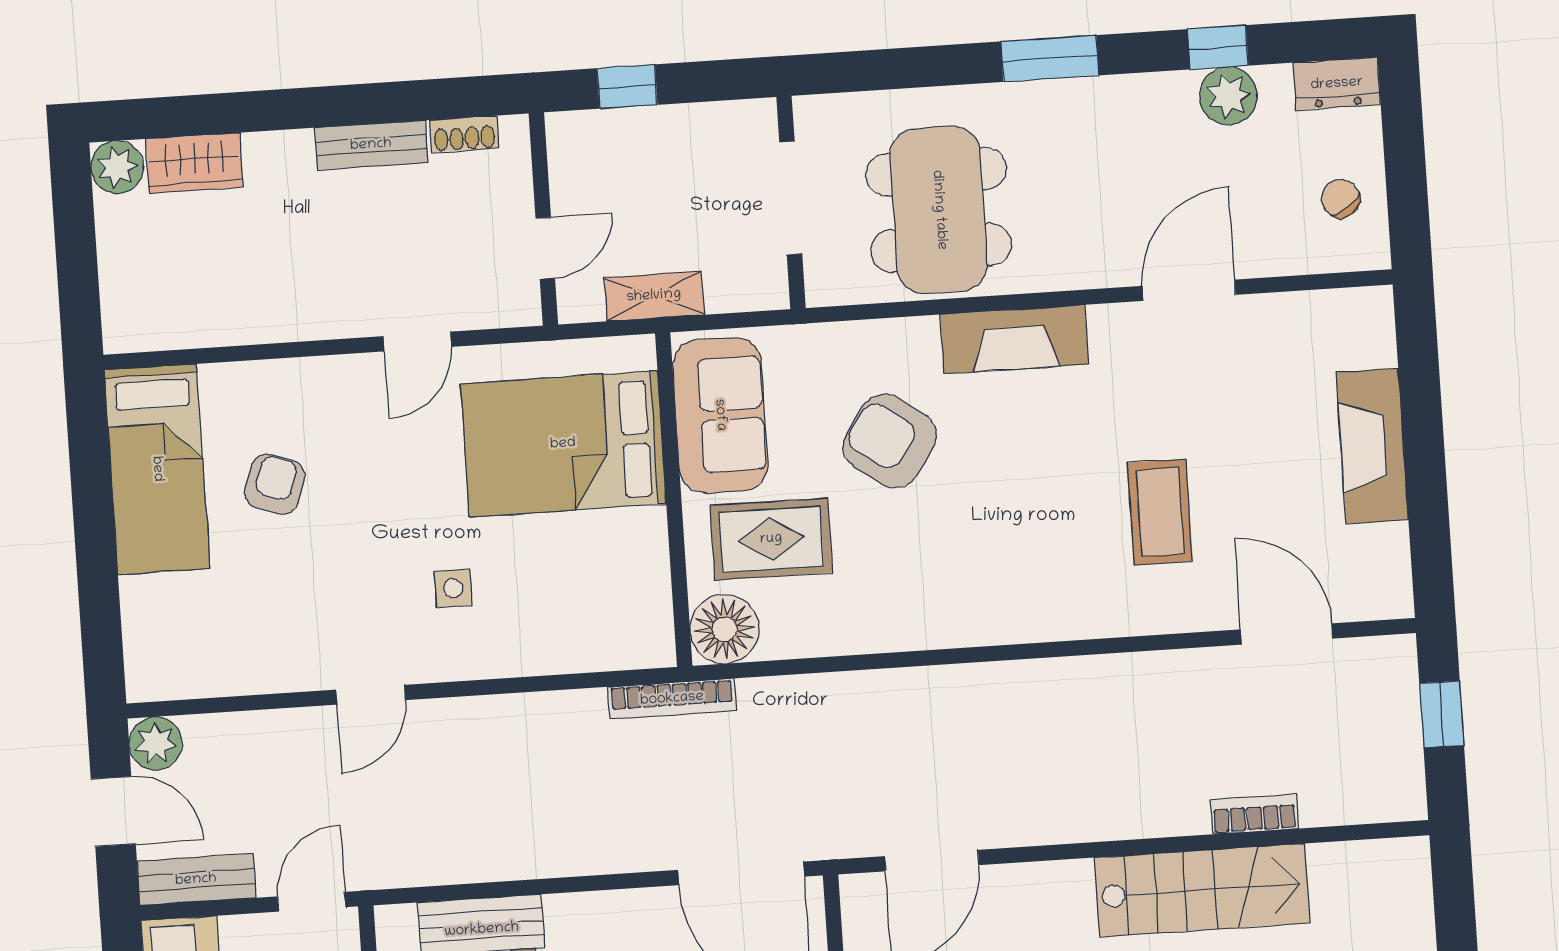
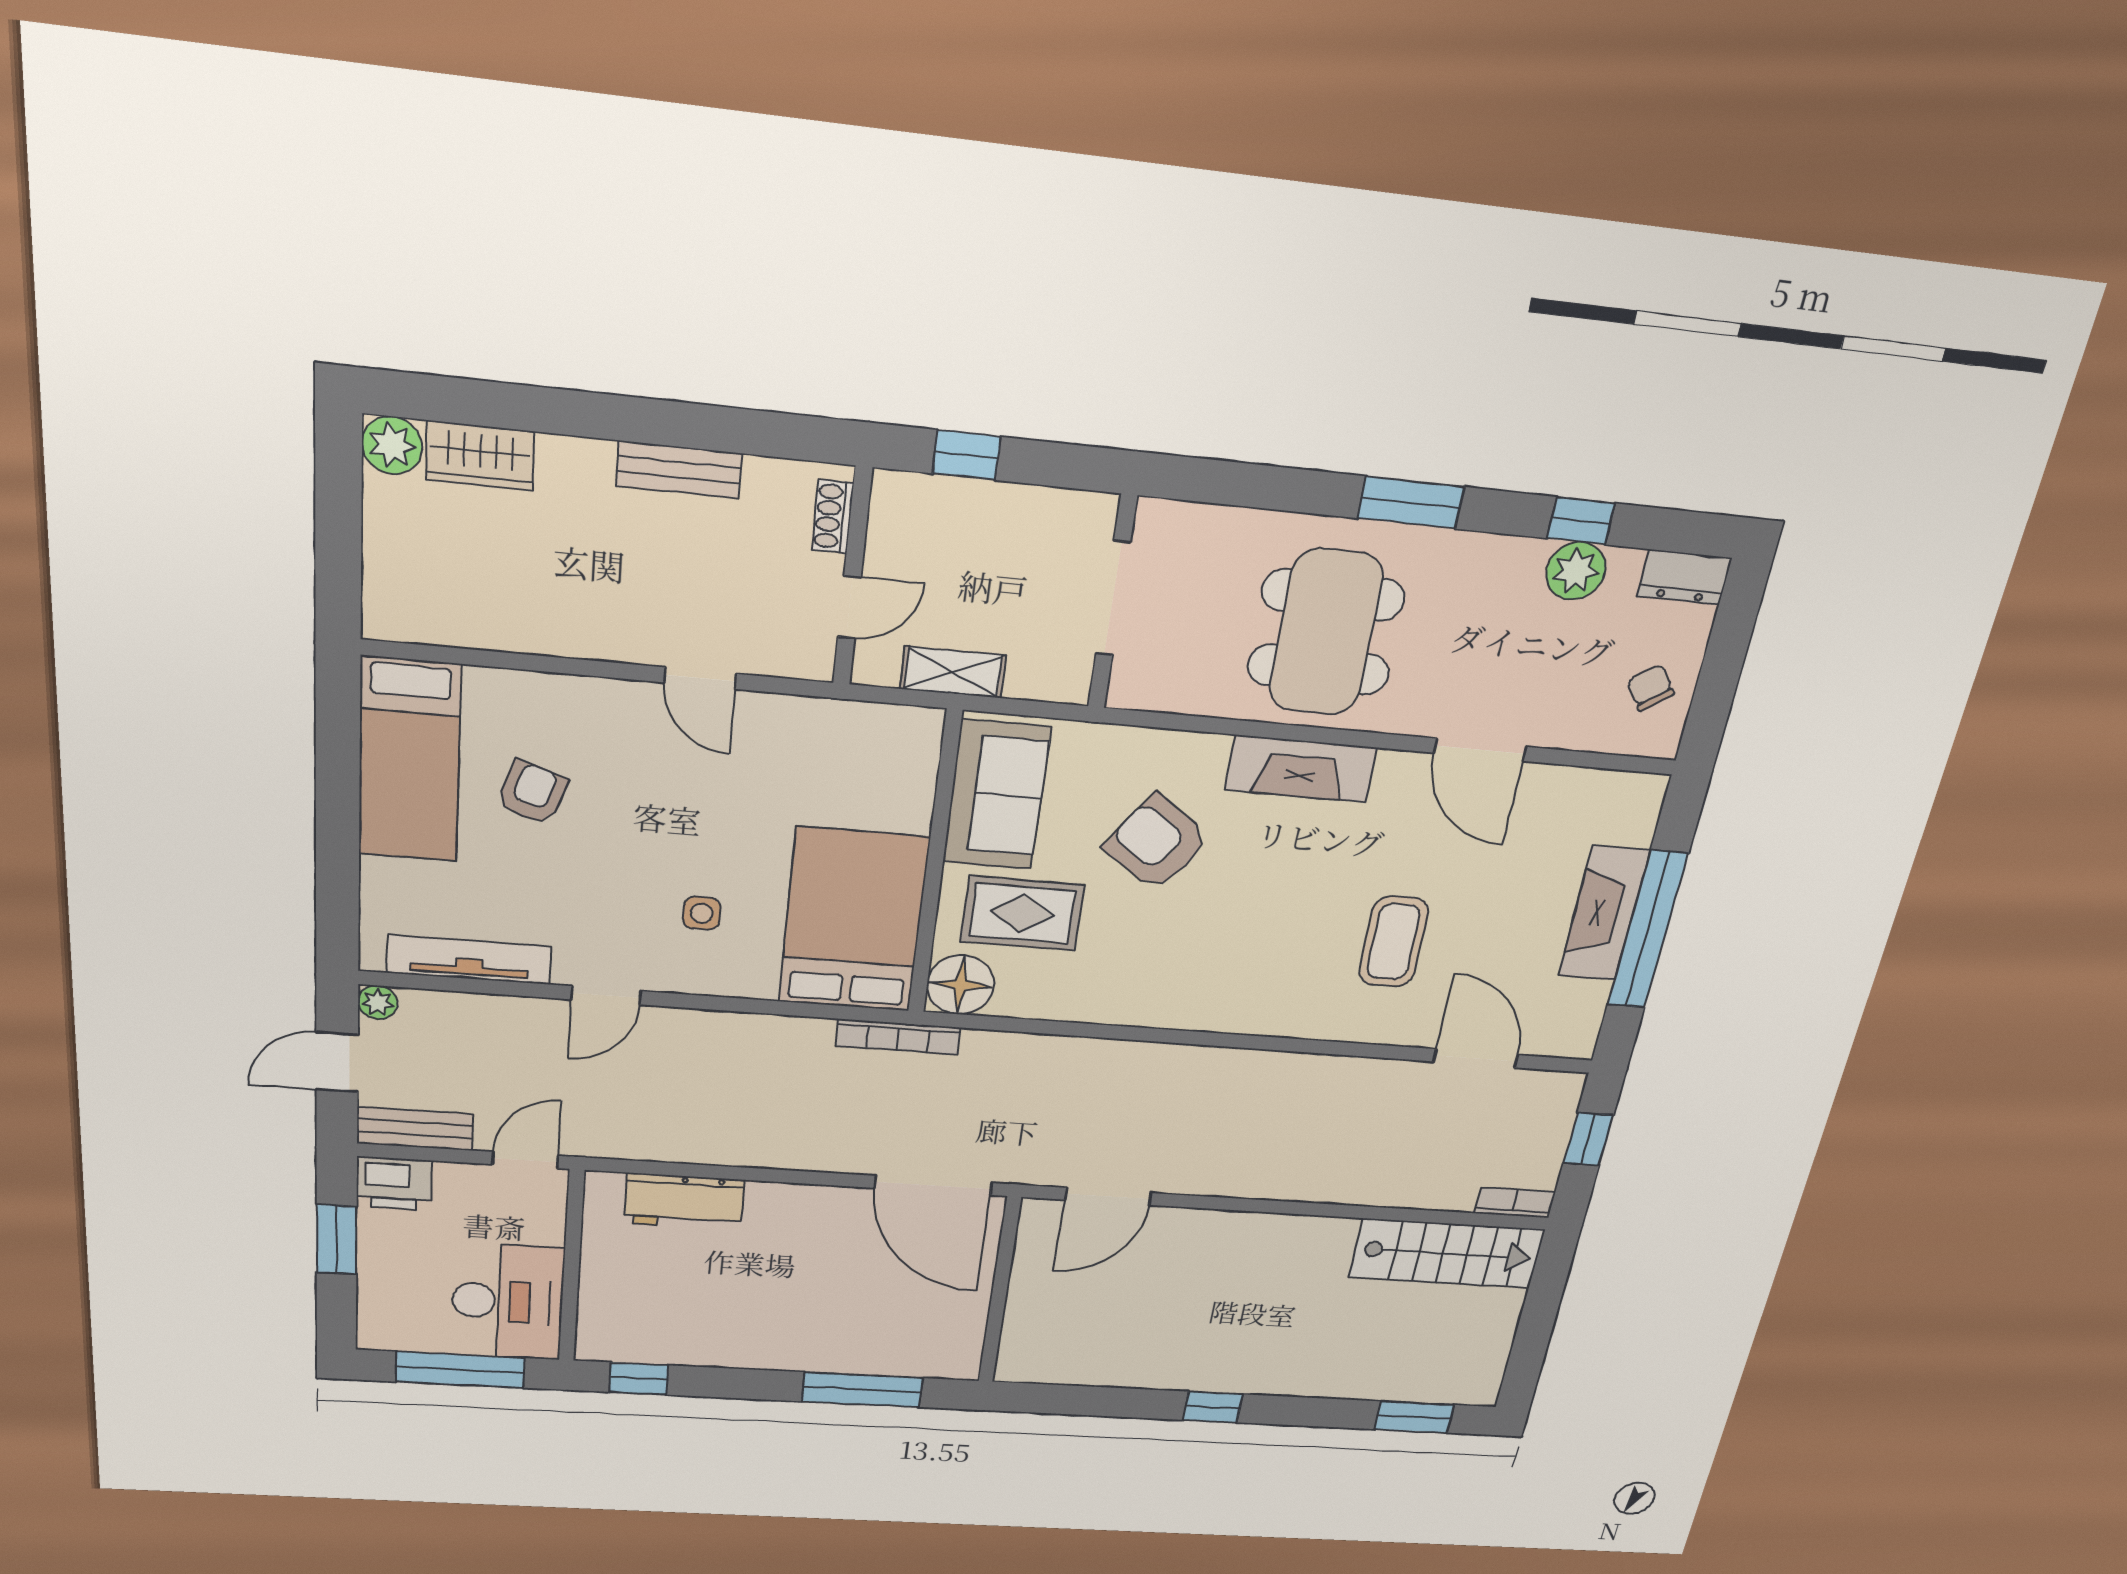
shoe rack: (464, 134) -> (833, 516), moved, turned 90
dining table: (939, 210) -> (1326, 632), moved
door: (1189, 290) -> (1480, 750), swing flipped
door: (417, 342) -> (700, 678), hinge flipped
bed: (563, 444) -> (854, 920), moved, turned 90
window: (1425, 457) -> (1648, 930), added
tv unit: (232, 675) -> (469, 960), added
plant: (156, 743) -> (378, 1002), width x0.73, depth x0.73
door: (113, 811) -> (337, 1062), swing flipped
bookcase: (1254, 814) -> (1515, 1203), moved
stairs: (1202, 890) -> (1447, 1253), moved

